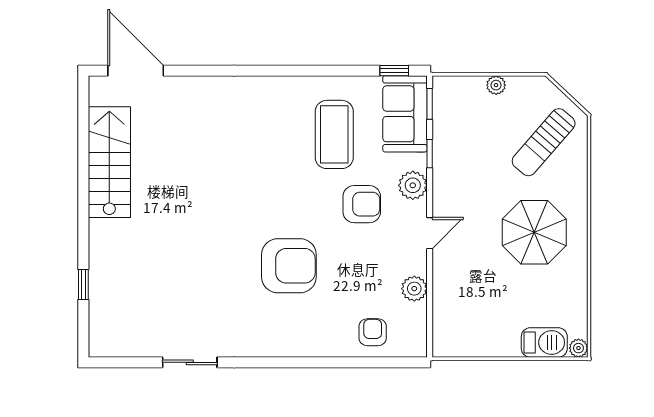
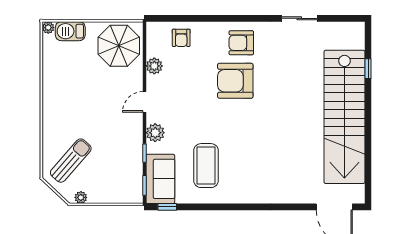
plant: (496, 85) -> (81, 197), moved
stairs: (109, 162) -> (344, 117), width x1.86, depth x1.51
armchair: (362, 204) -> (241, 43), moved
parasol: (534, 232) -> (119, 46), moved

